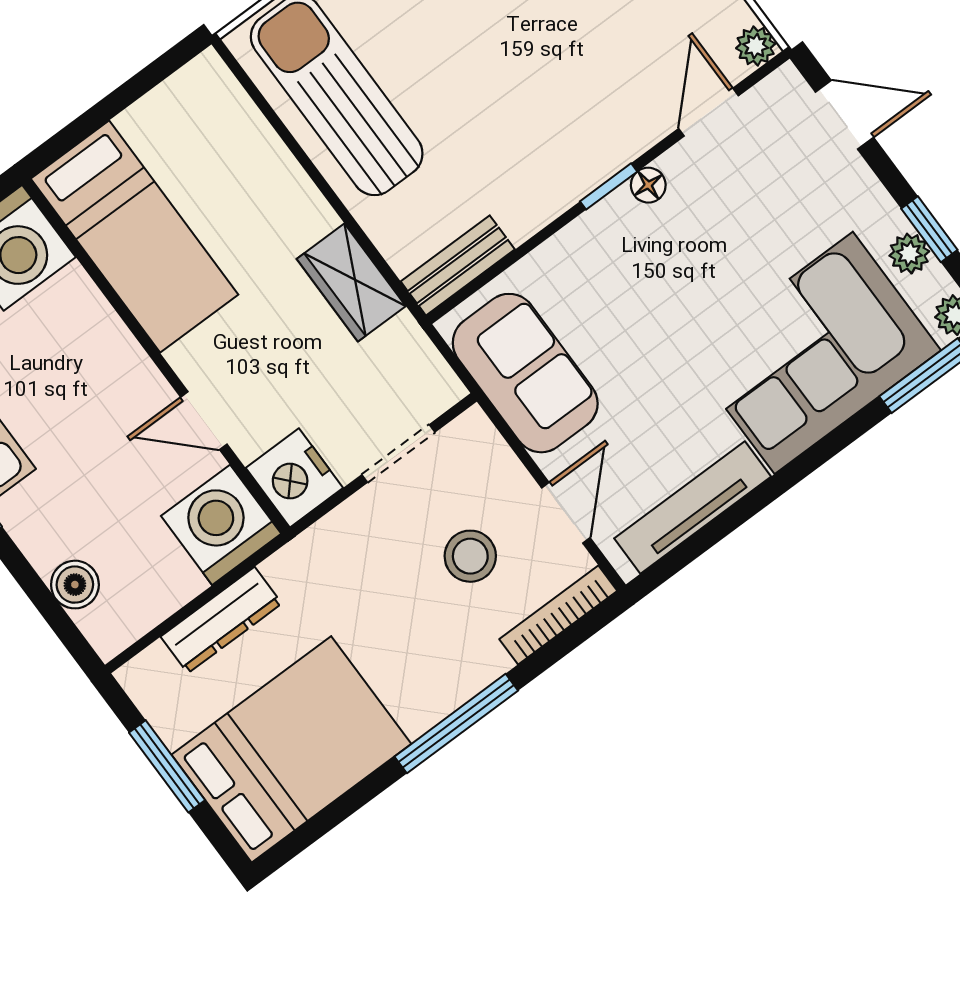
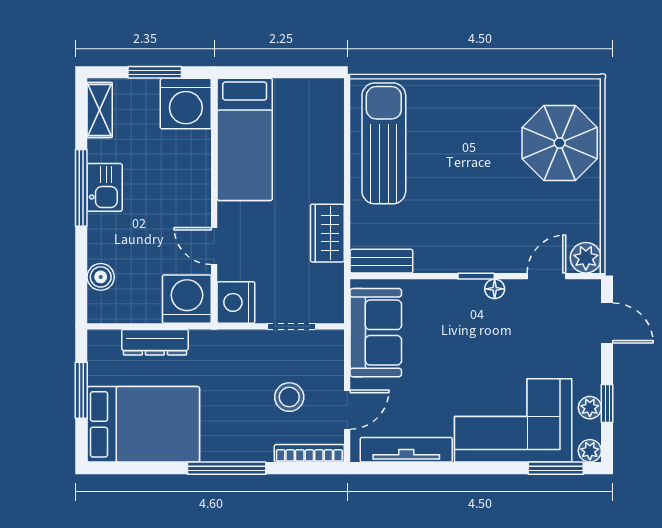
plant: (756, 46) -> (586, 258), width x1.38, depth x1.38

